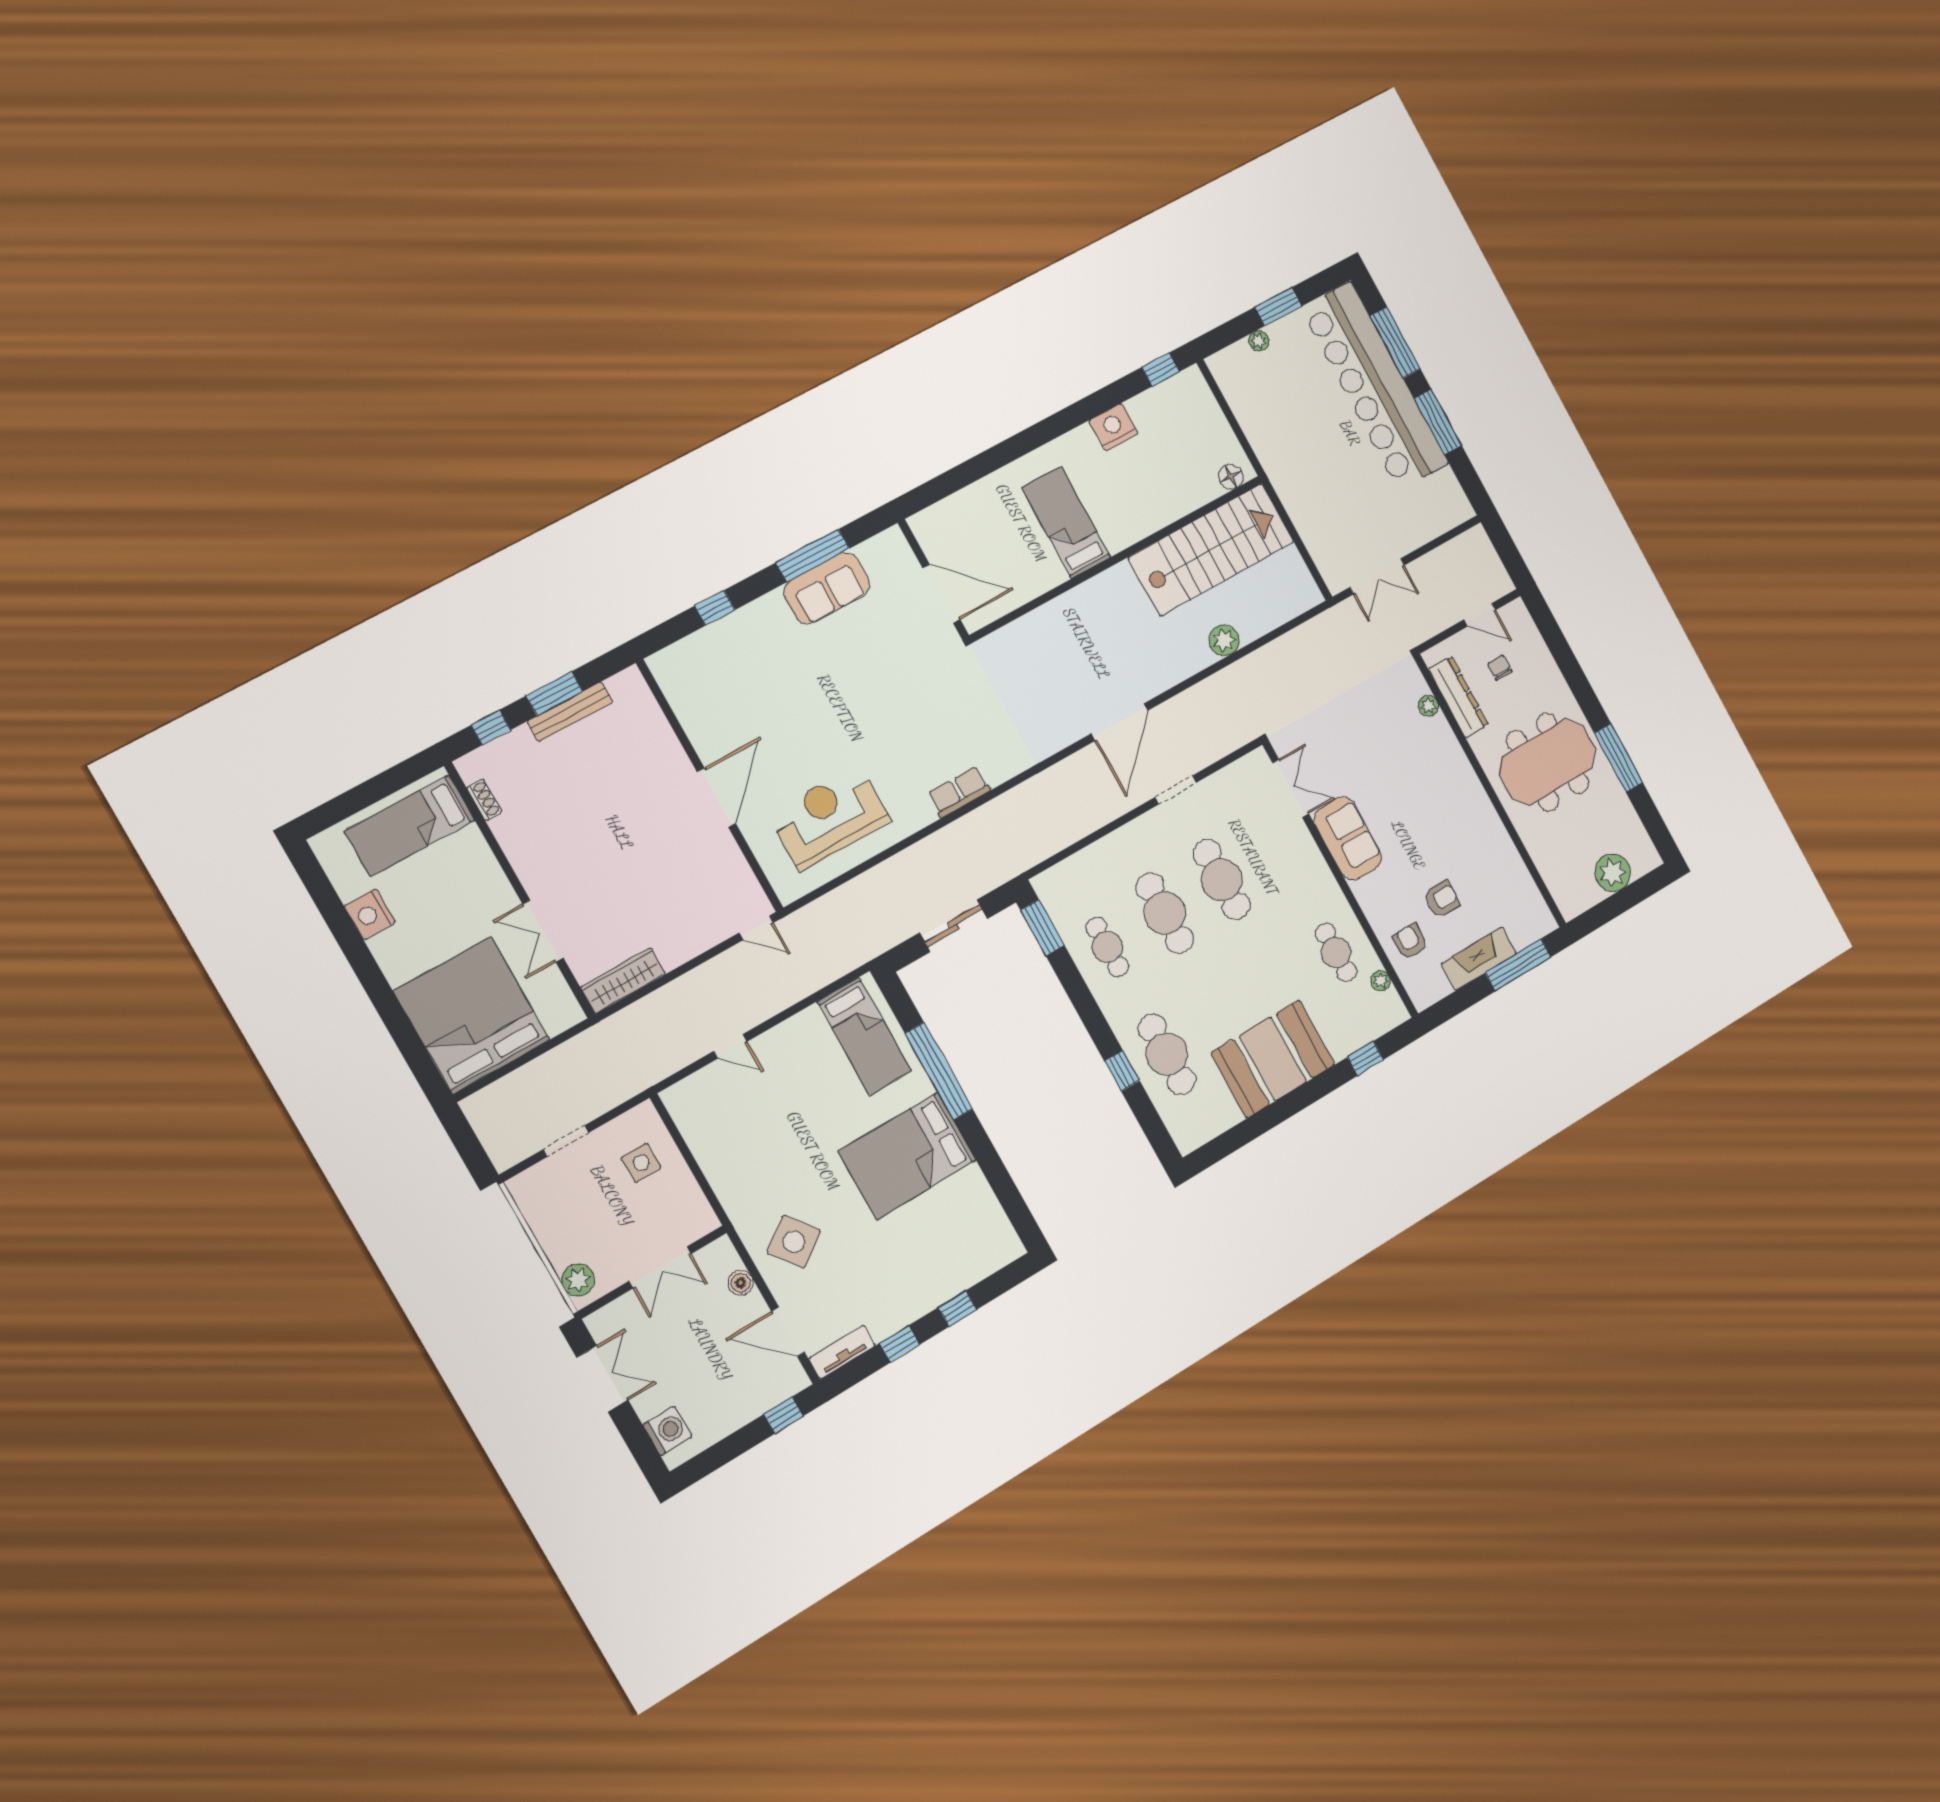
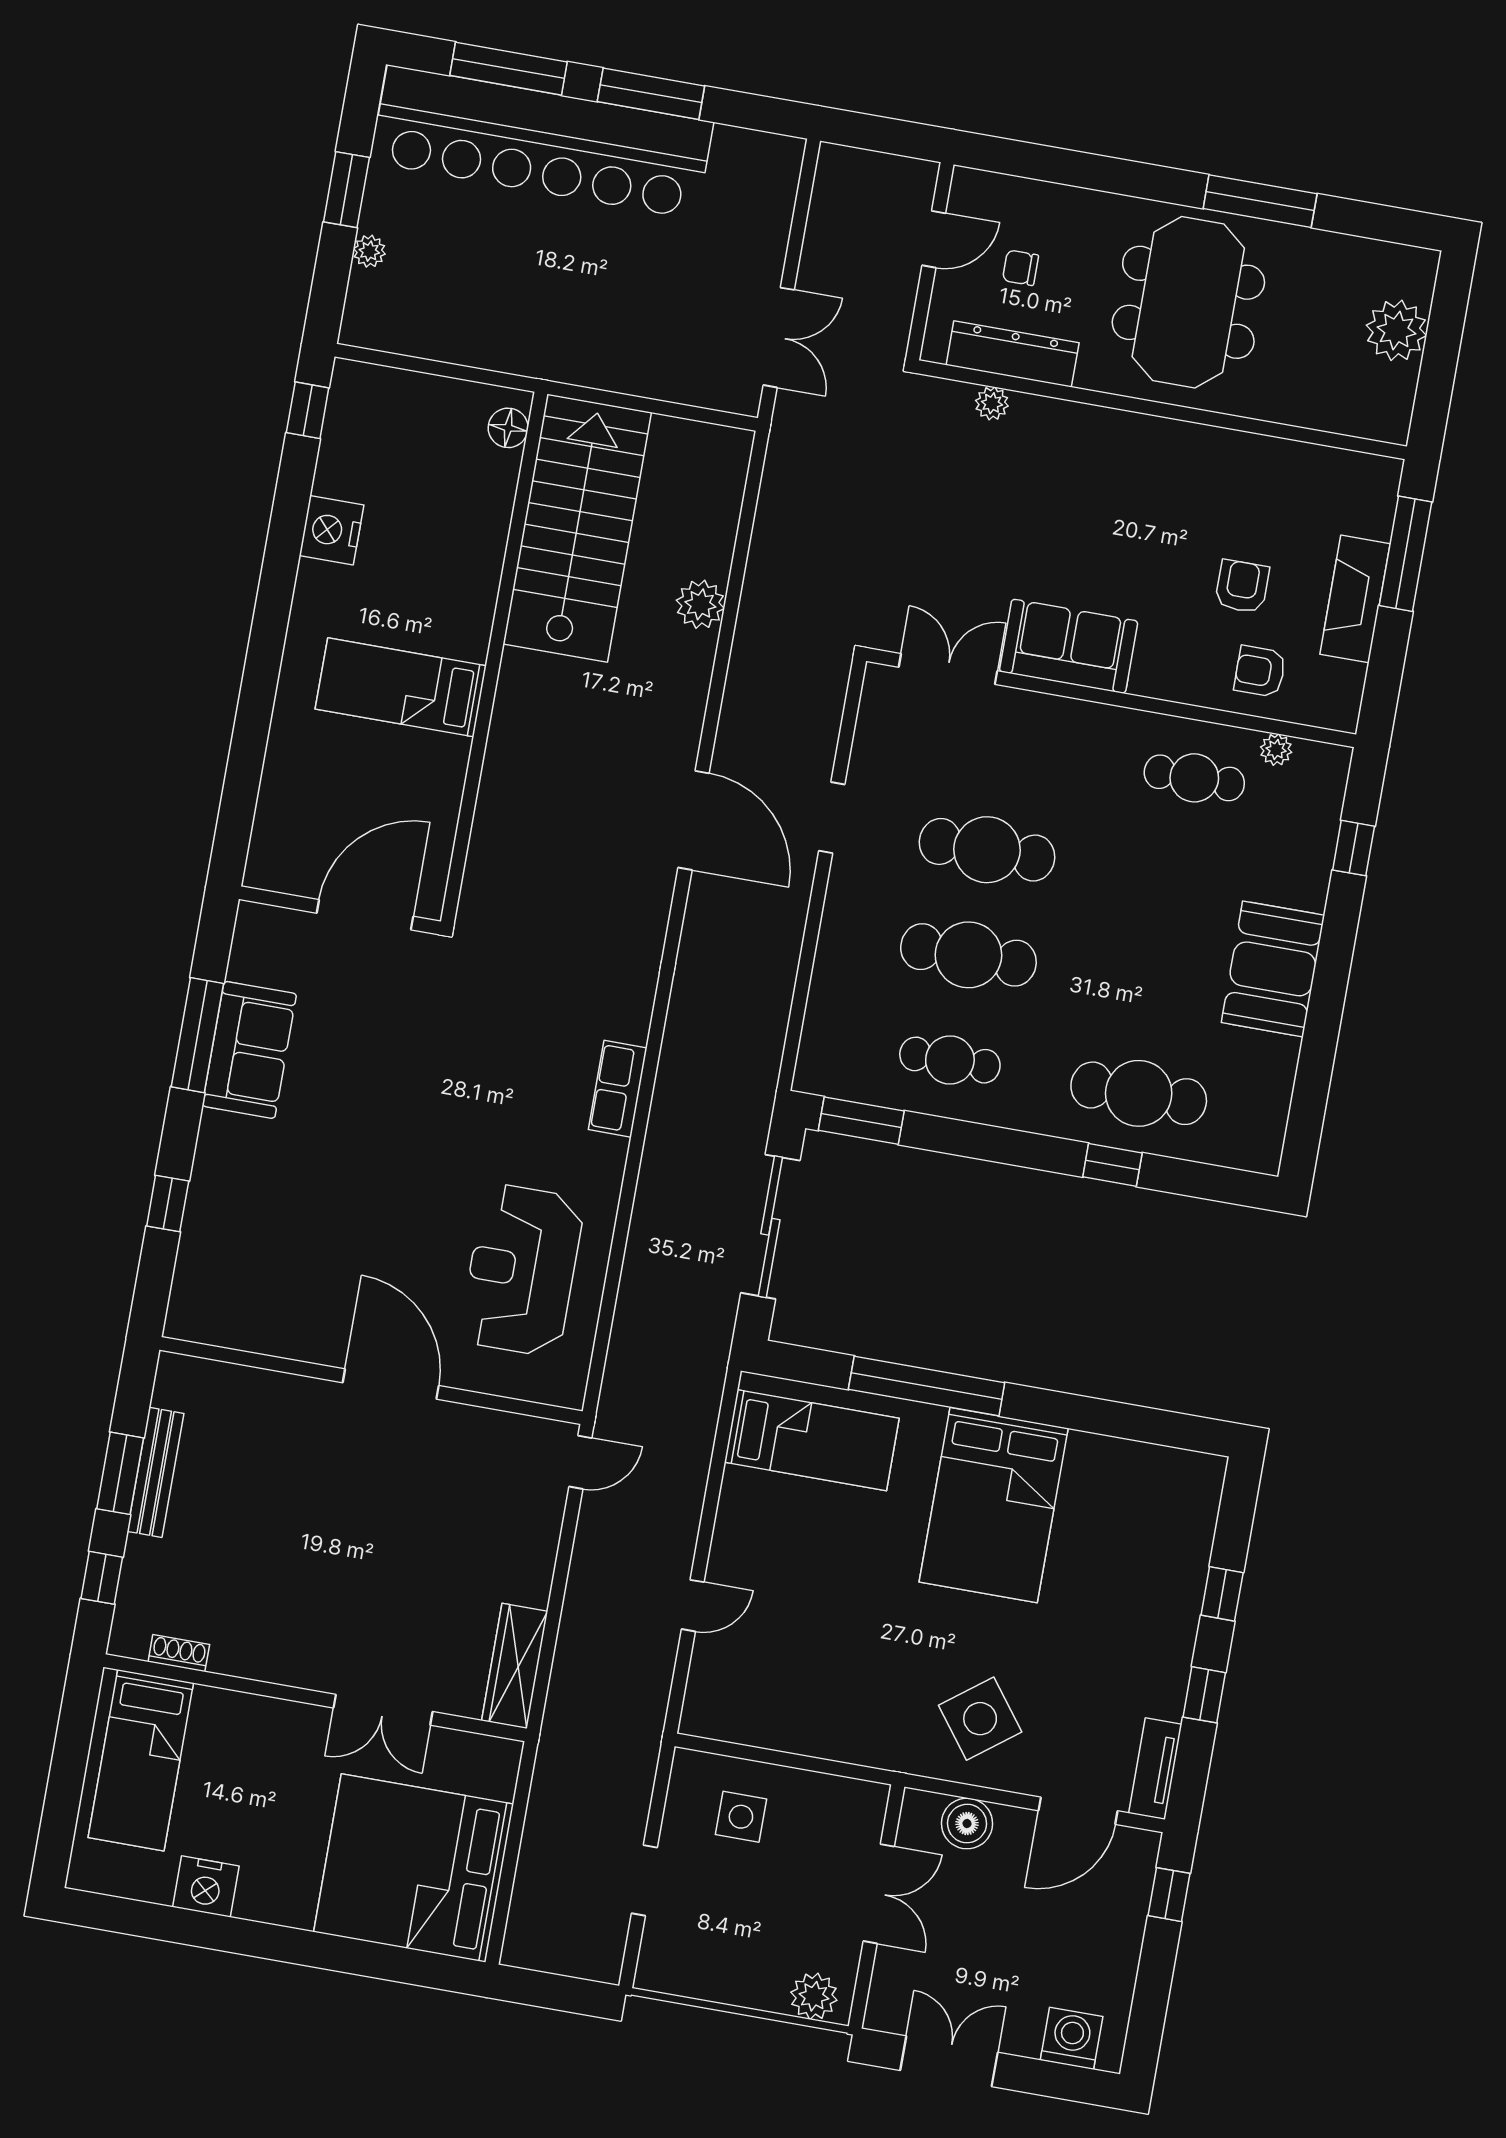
sliding door: (953, 926) -> (770, 1227), width x1.37
booth: (1273, 1059) -> (1273, 969), width x0.73, depth x0.70
boiler: (741, 1283) -> (967, 1824), width x1.36, depth x1.36

